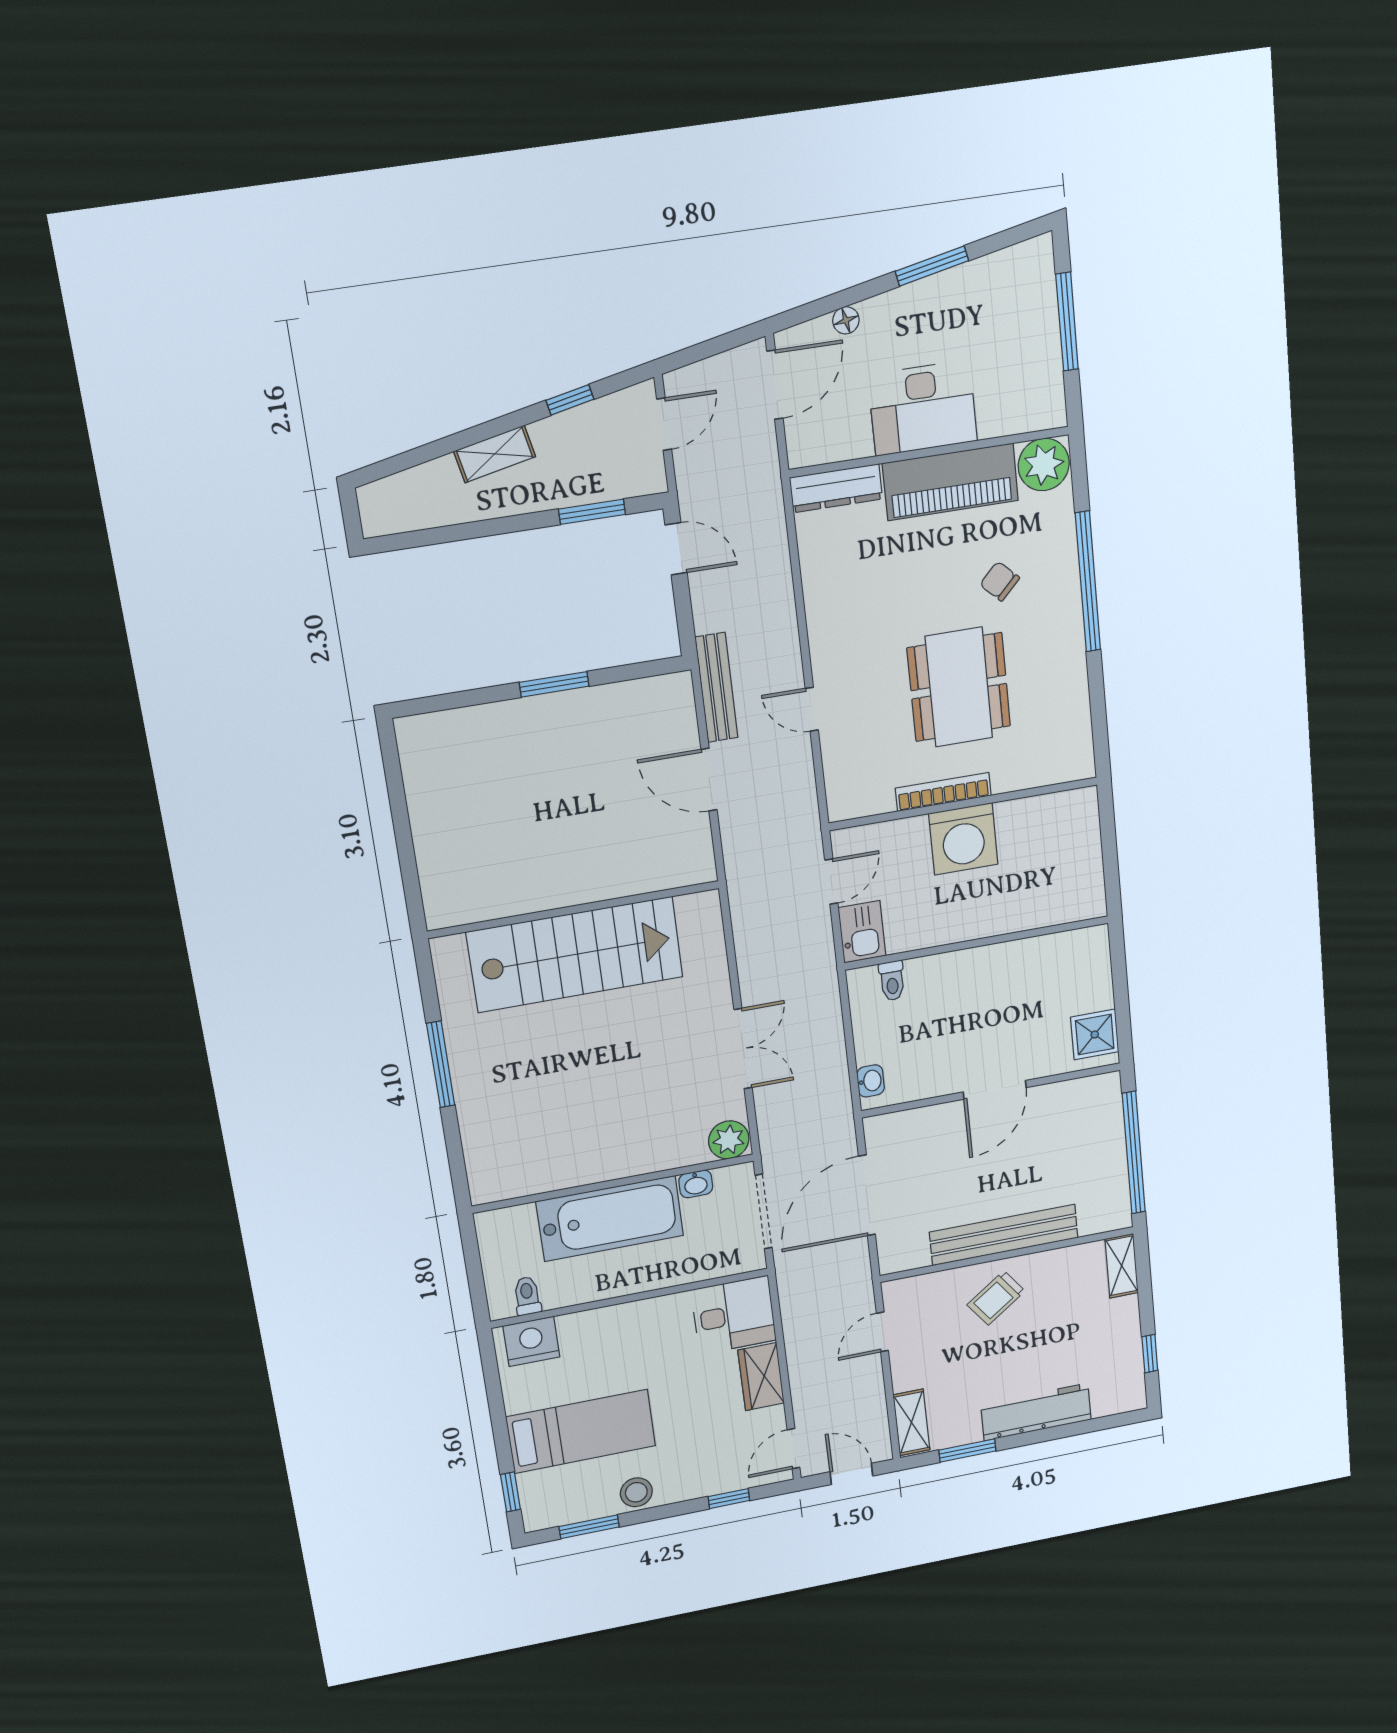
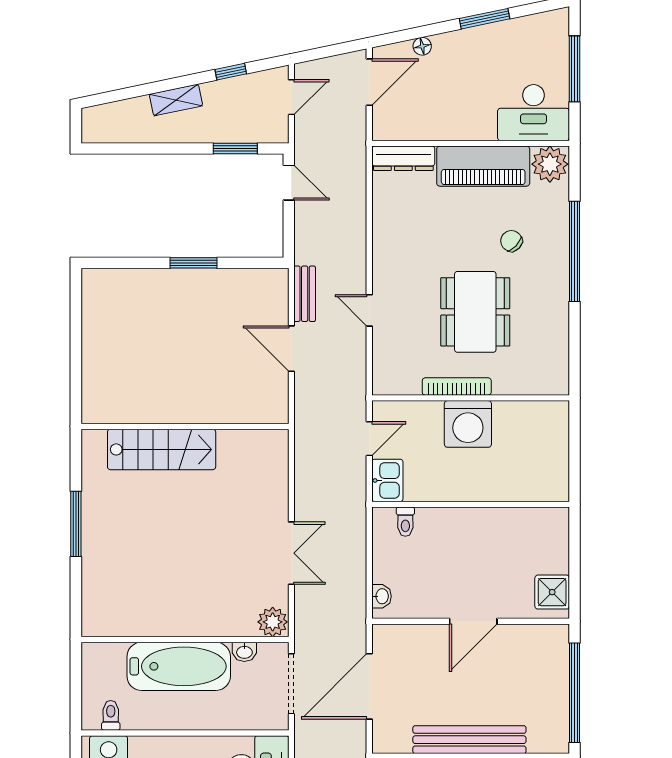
desk: (923, 408) -> (534, 113), moved
bench: (717, 687) -> (305, 294), width x0.73
stairs: (575, 955) -> (162, 449), width x0.73, depth x0.66

